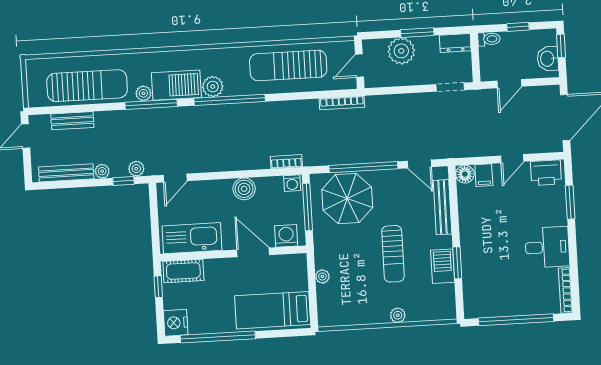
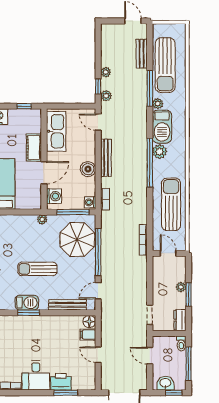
window: (518, 27) -> (189, 364), width x2.17
plant: (401, 51) -> (181, 287), width x0.53, depth x0.53
window: (151, 104) -> (150, 88), moved
bench: (66, 173) -> (106, 158), moved
printer: (546, 173) -> (61, 382), moved, turned 90
cot: (183, 271) -> (34, 147), moved
plant: (322, 276) -> (42, 219), moved

